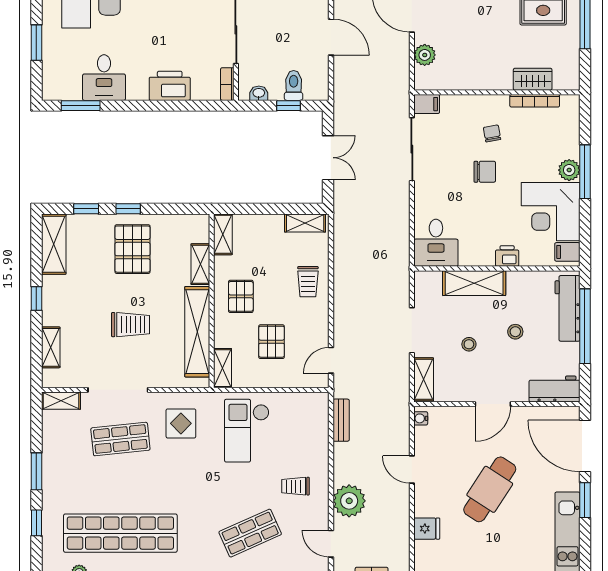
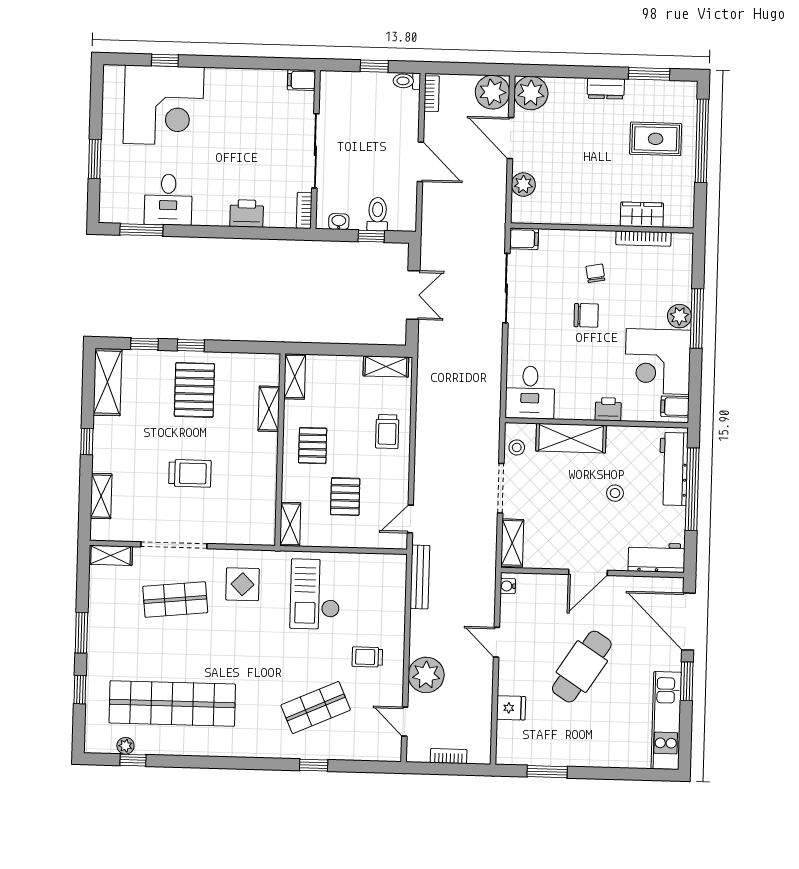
printer: (170, 86) -> (247, 214), width x0.73, depth x0.84
shelving: (197, 332) -> (263, 483), removed
stool: (469, 344) -> (517, 447), moved
bench: (341, 420) -> (420, 577), width x1.36

